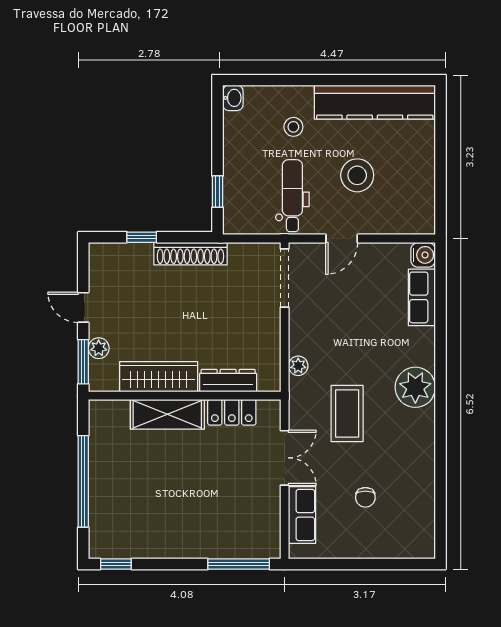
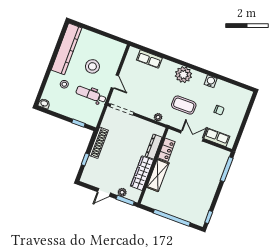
water cooler: (423, 255) -> (211, 81), moved

